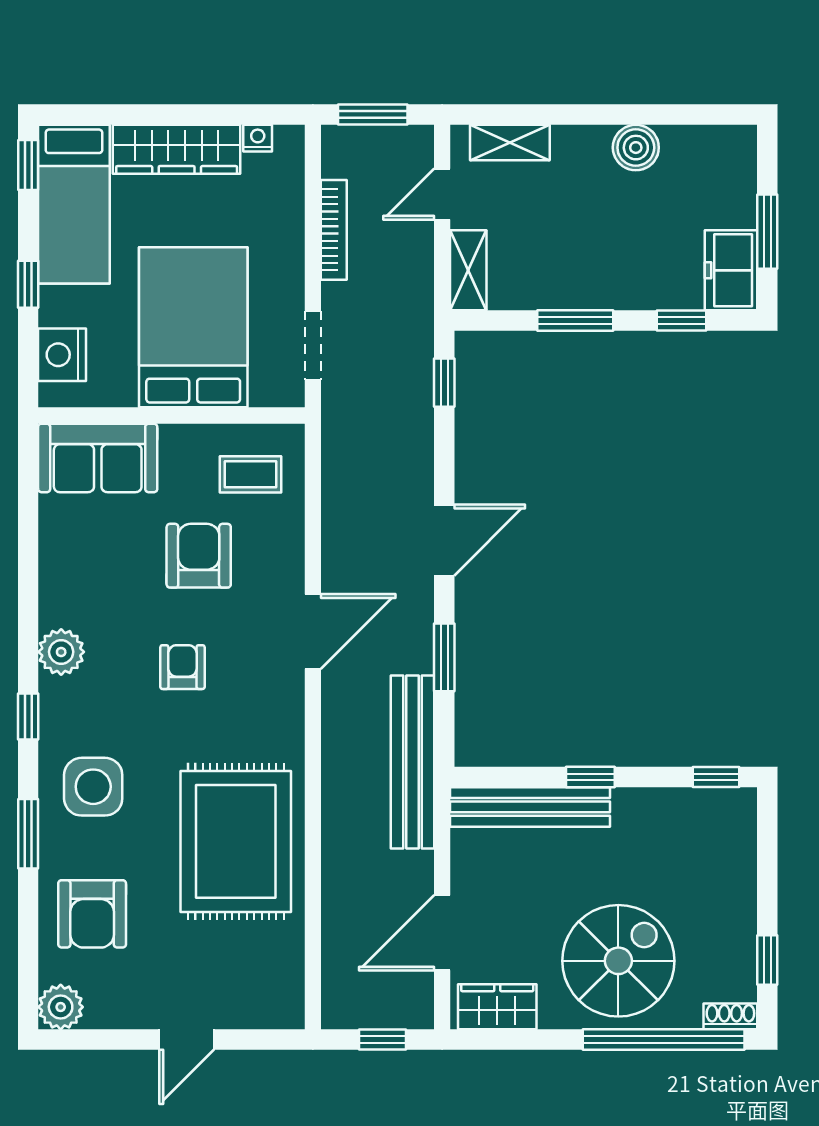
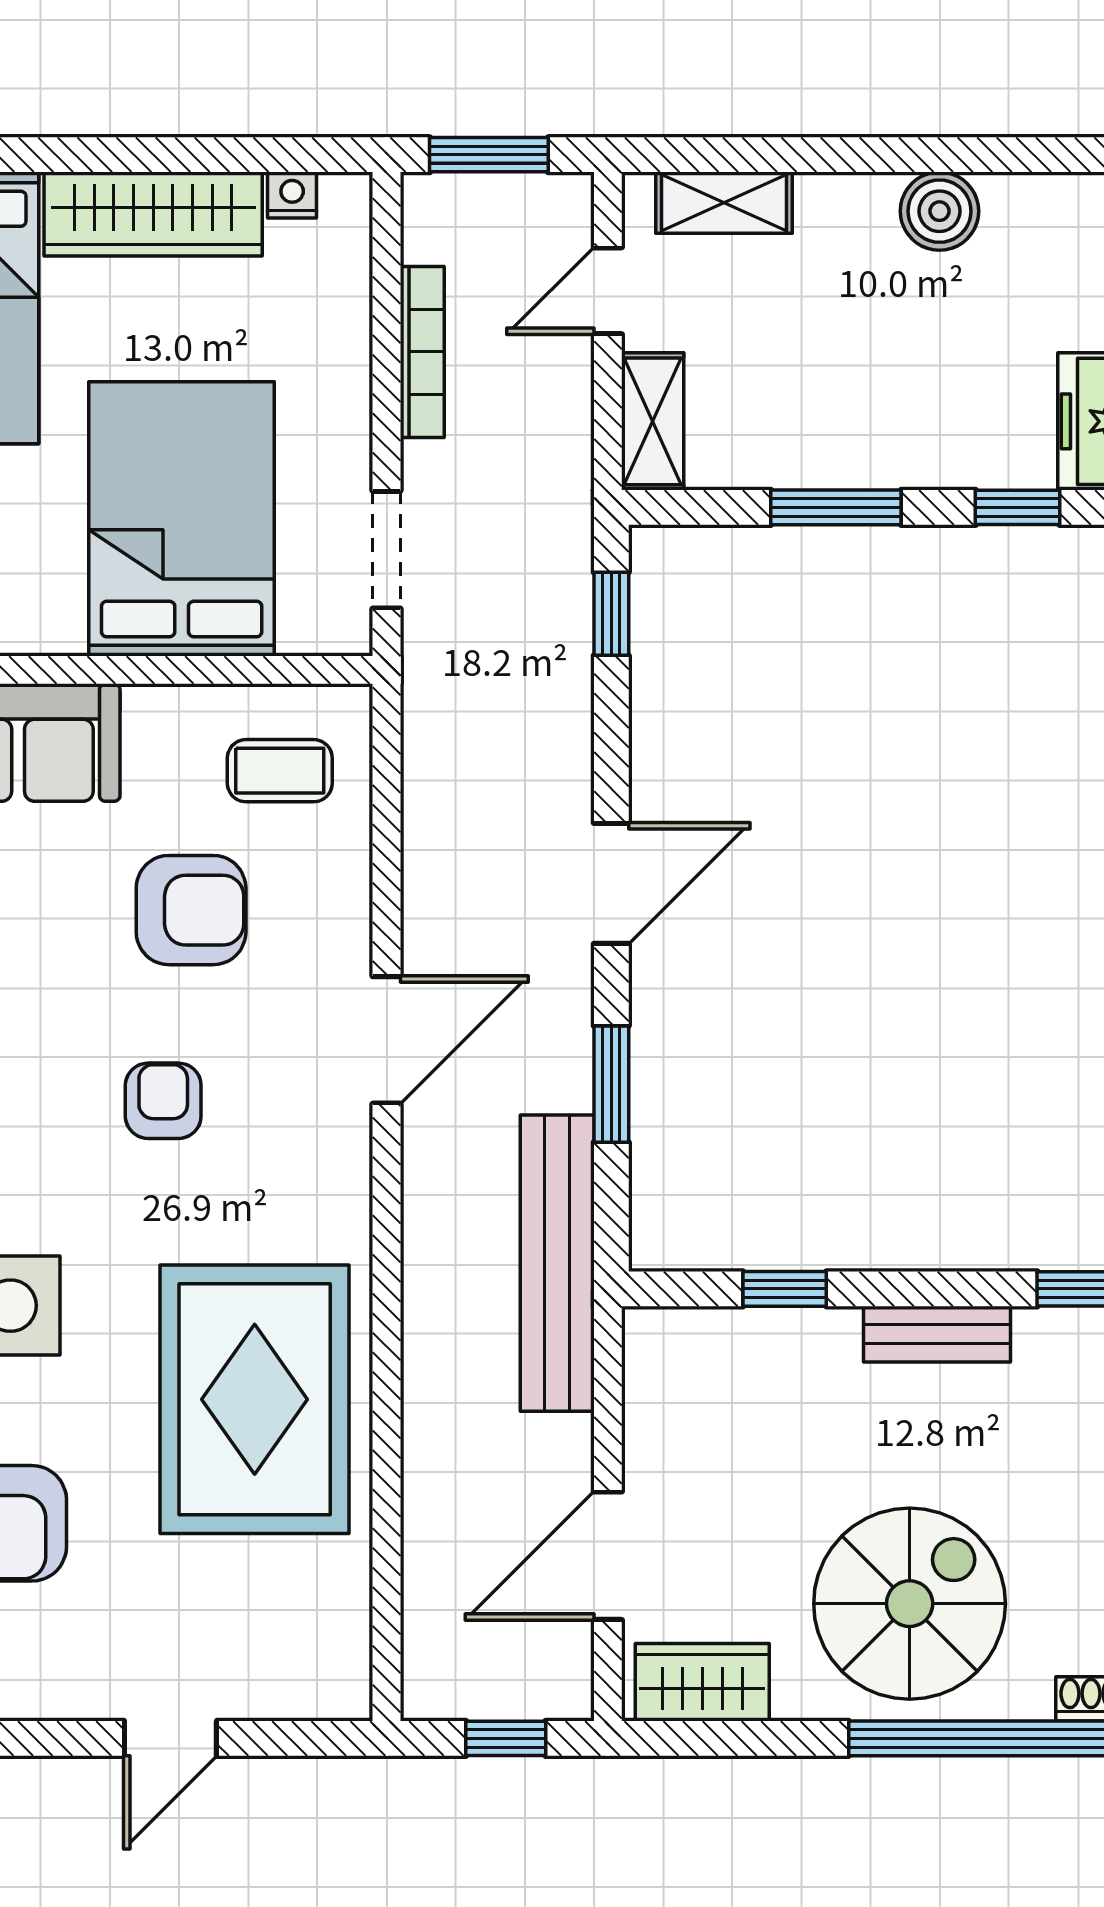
armchair: (199, 556) -> (191, 910), turned 90
window: (590, 777) -> (785, 1289), moved
bench: (530, 807) -> (937, 1334), moved, width x0.54, depth x0.82

